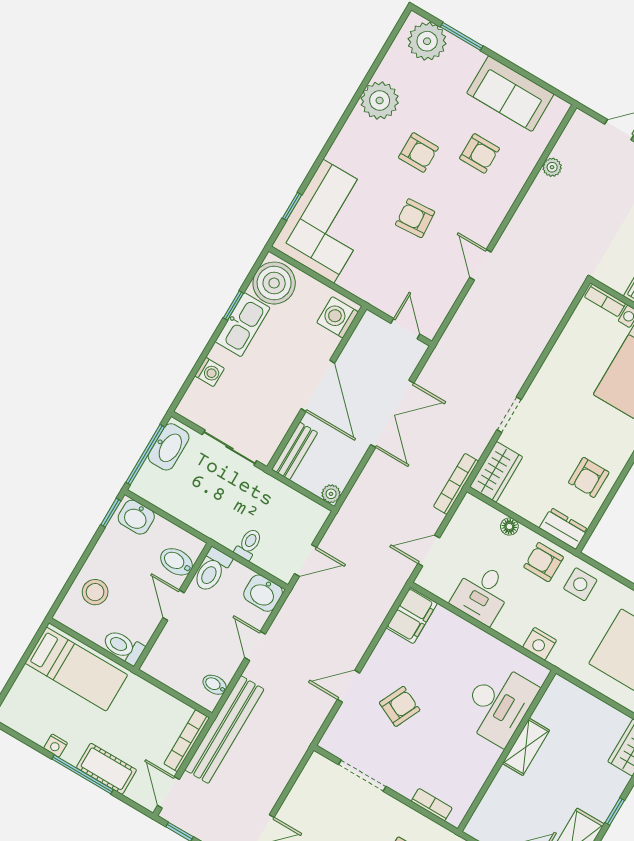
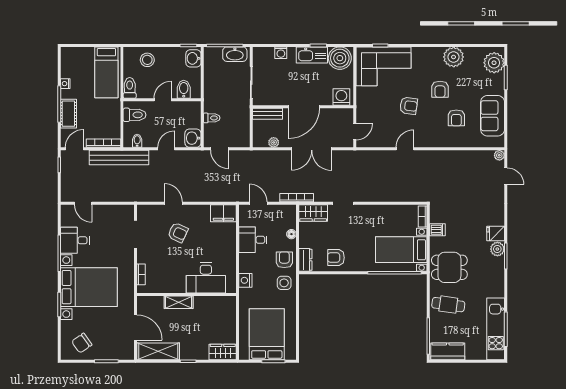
plant: (552, 167) -> (499, 155), moved
armchair: (415, 218) -> (409, 106), turned 102
plant: (331, 494) -> (274, 142), moved
toilet: (212, 570) -> (135, 115), moved, turned 180
shelving: (526, 747) -> (179, 302), moved

